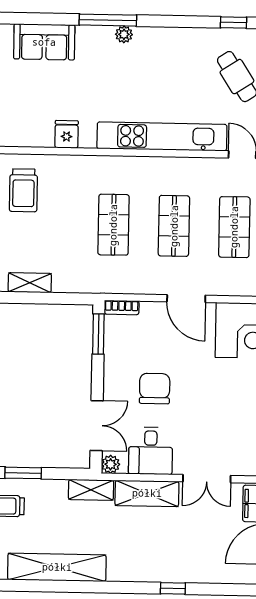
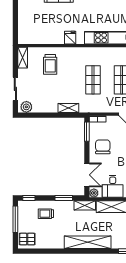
shelving: (30, 283) -> (68, 108), moved
chair: (155, 389) -> (103, 147), moved
window: (23, 473) -> (64, 198), moved
shelving: (57, 567) -> (88, 242), moved

